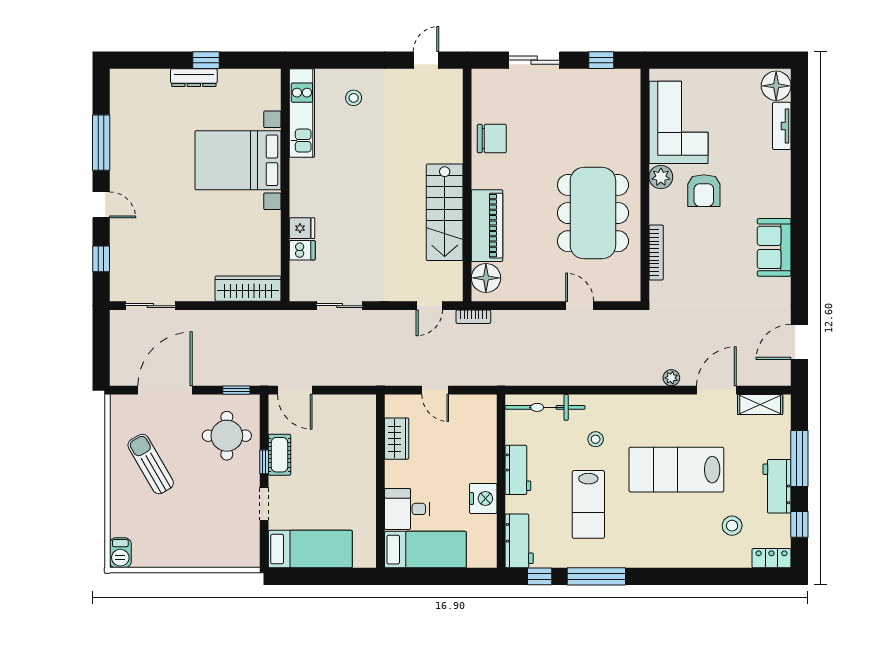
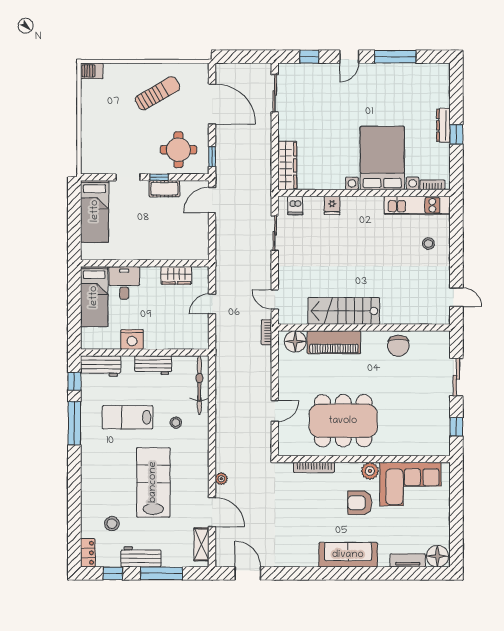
bookcase: (274, 93) -> (432, 185), added
sofa: (774, 247) -> (348, 555), moved, width x1.36
dishwasher: (302, 250) -> (295, 206), moved

